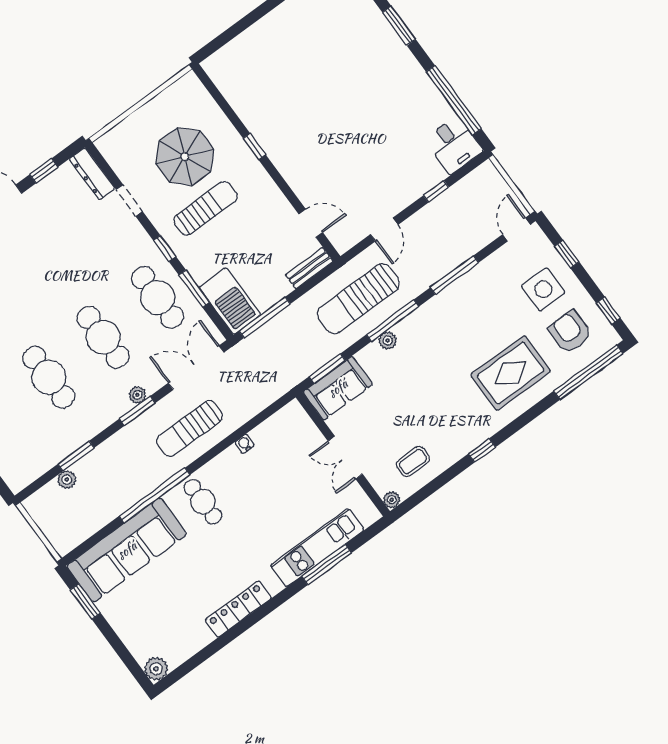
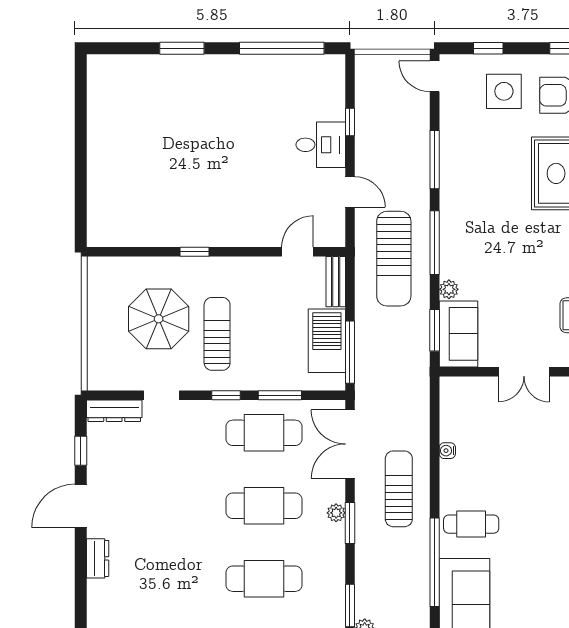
desk: (454, 145) -> (321, 145), moved
barbecue: (230, 301) -> (327, 341), moved, turned -90
plant: (388, 340) -> (449, 289), moved
sun lounger: (190, 428) -> (399, 489), turned 180

